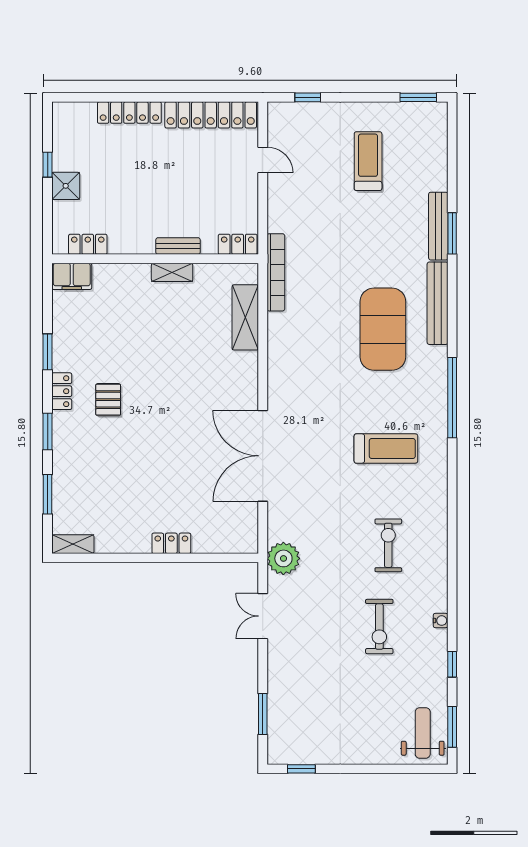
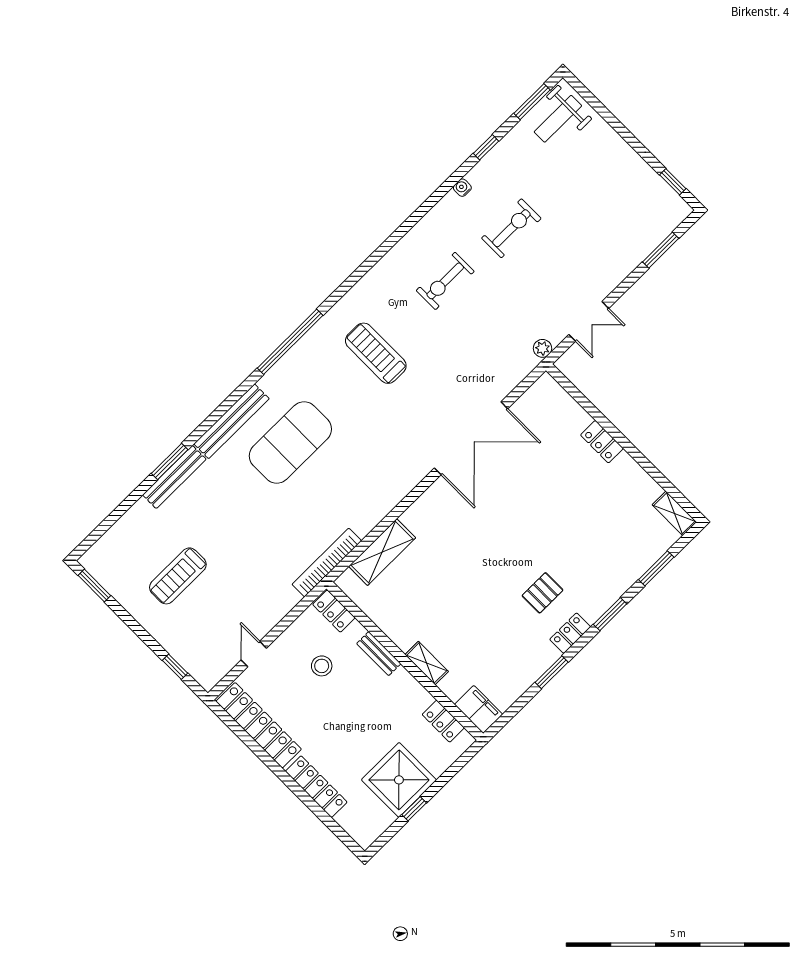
shower: (66, 186) -> (399, 780), width x1.86, depth x1.86
stool: (208, 198) -> (322, 666), added
shelving: (172, 272) -> (427, 663), moved
plant: (283, 558) -> (542, 348), width x0.53, depth x0.53

